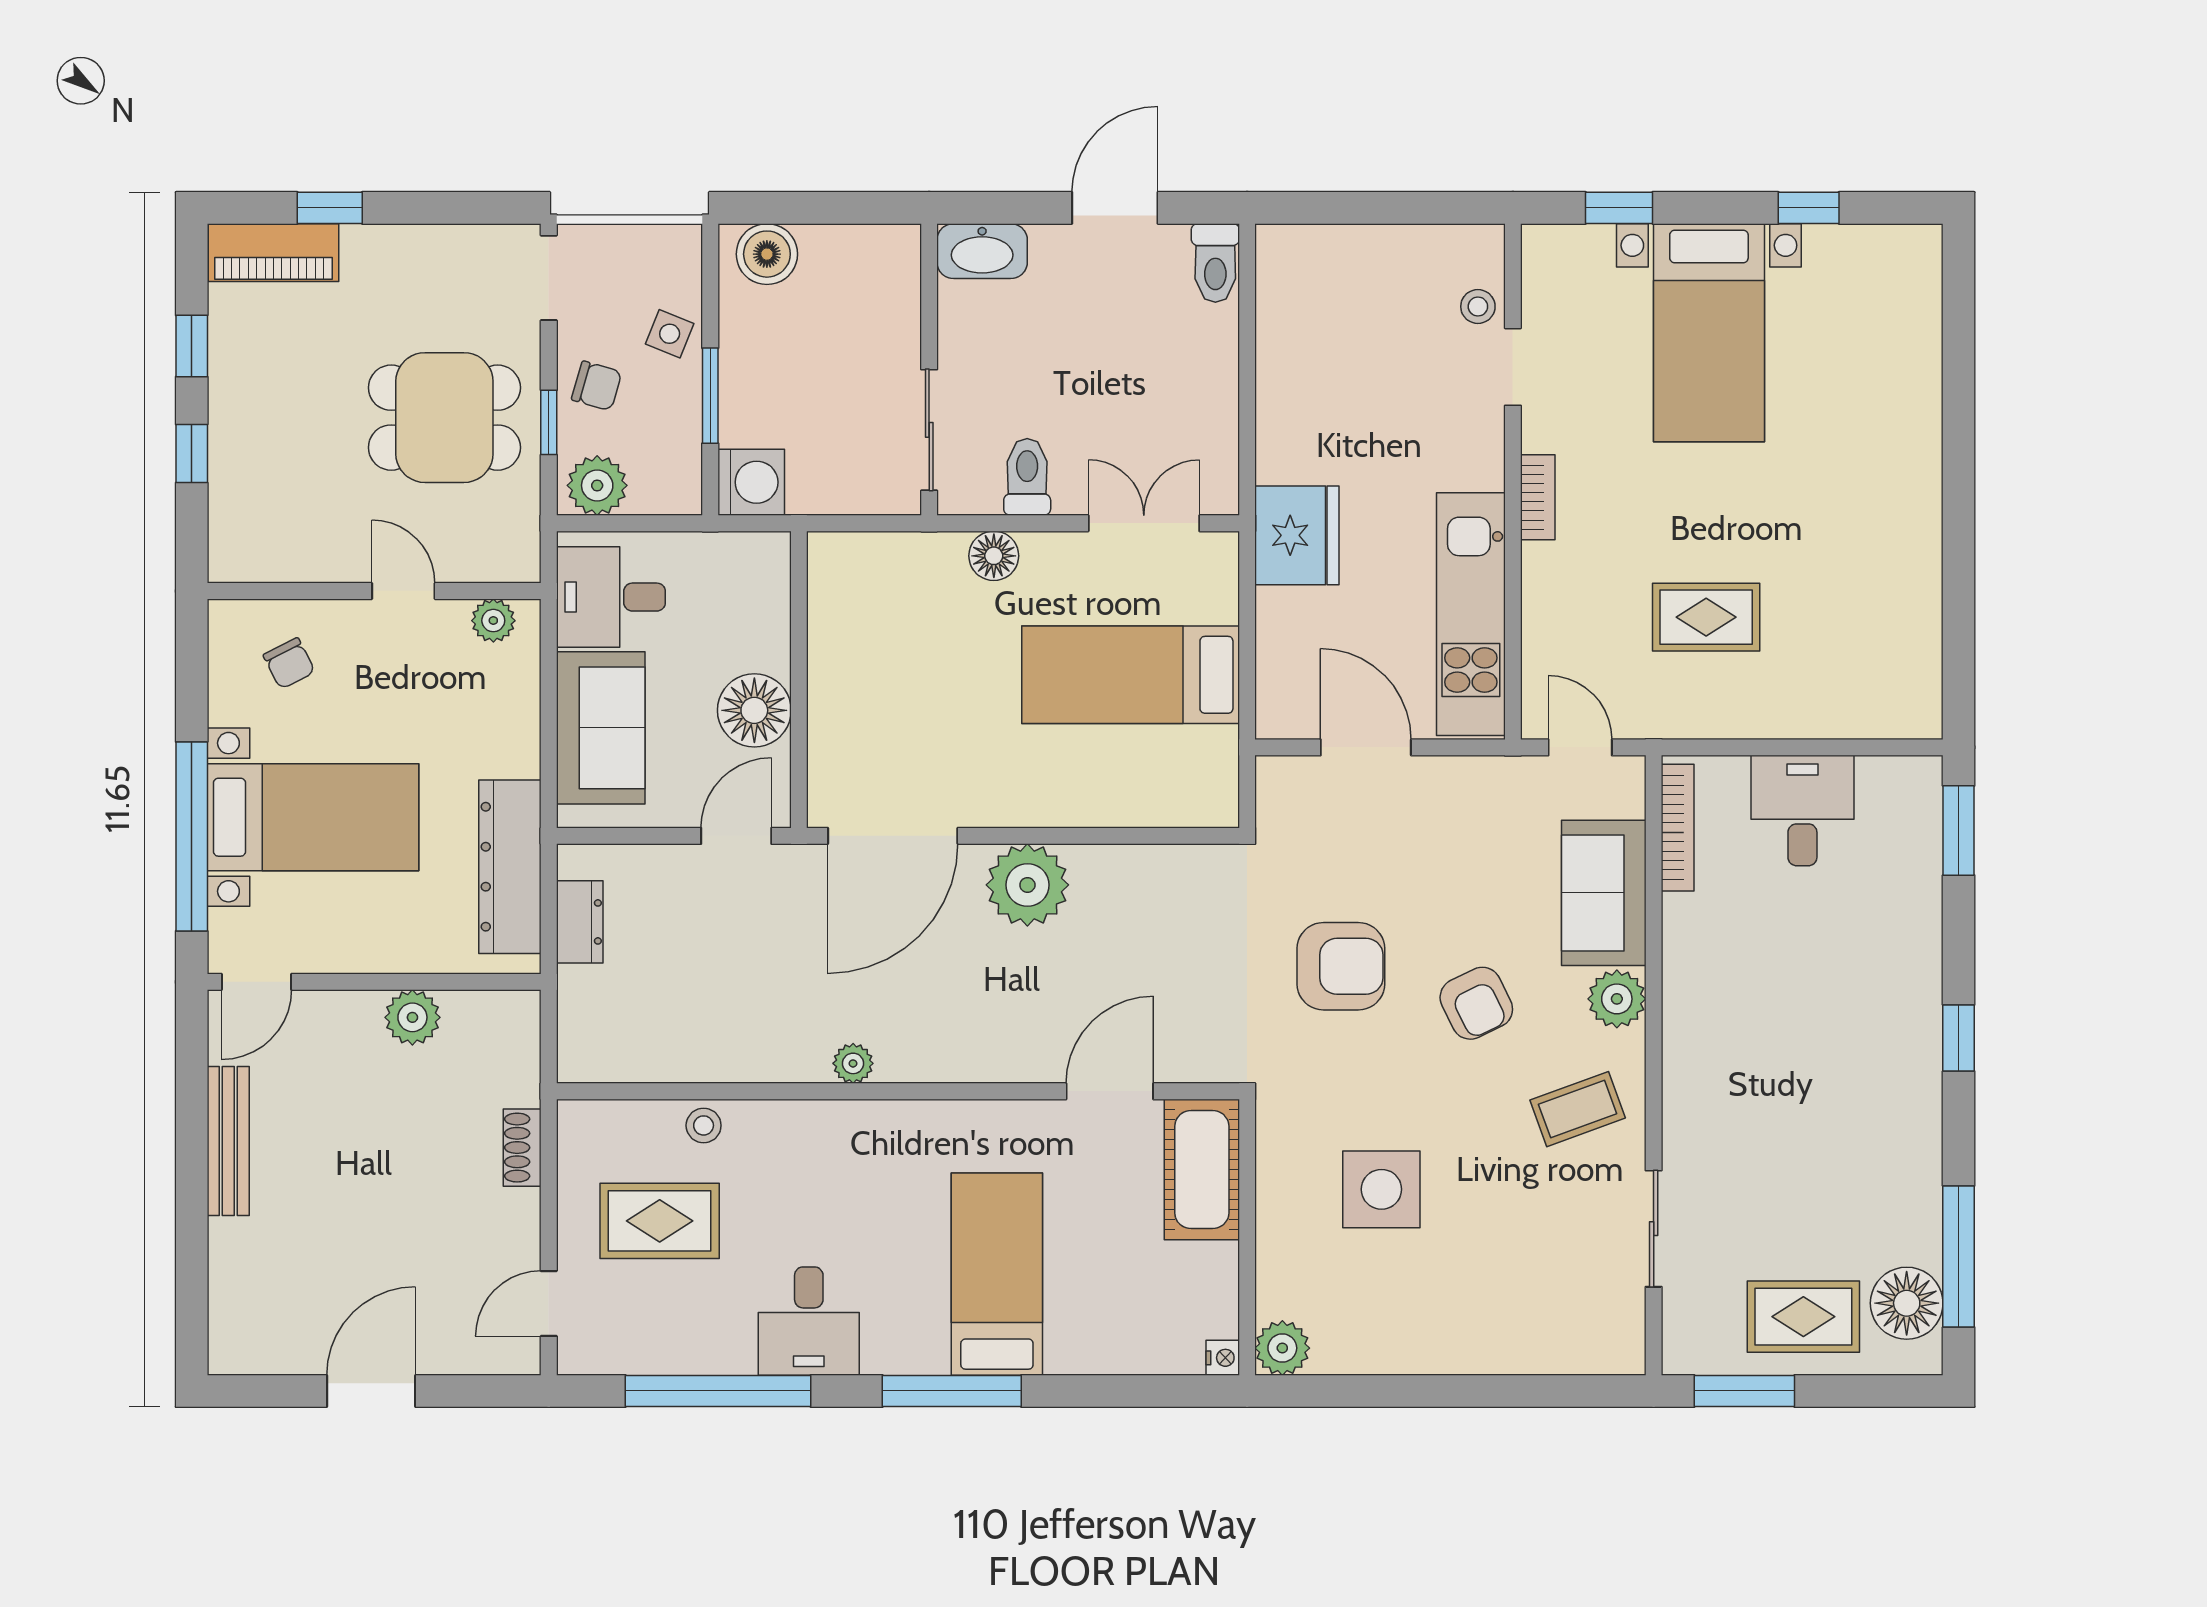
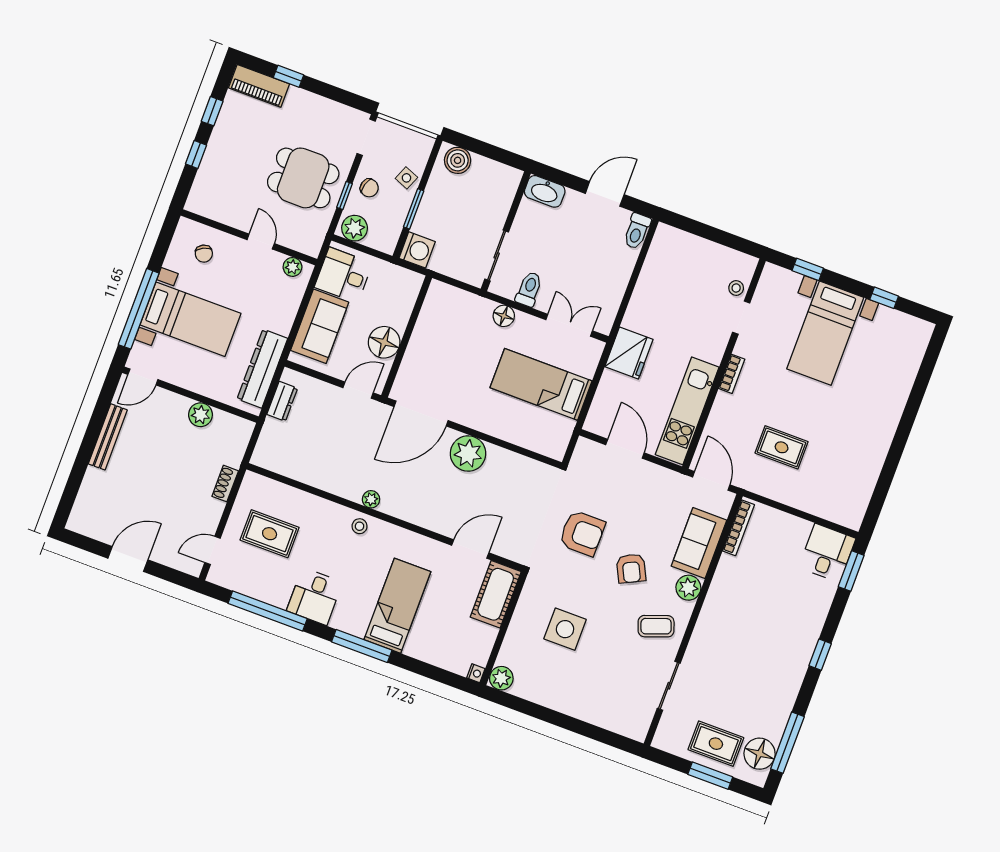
door: (1580, 747) -> (711, 481), width x1.38
desk: (1802, 811) -> (827, 553), moved
stool: (704, 1125) -> (360, 526), moved
window: (1744, 1391) -> (710, 776), moved

